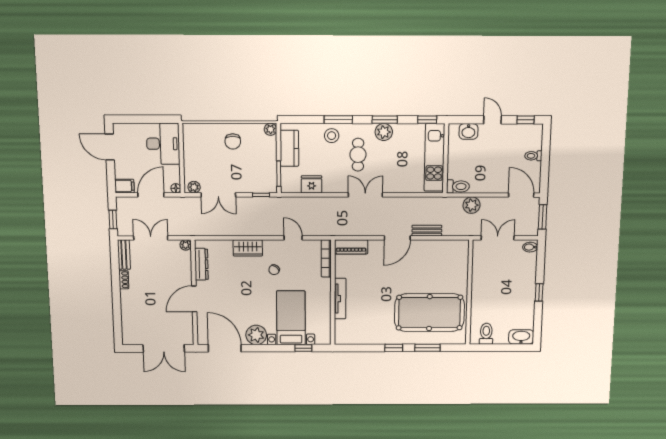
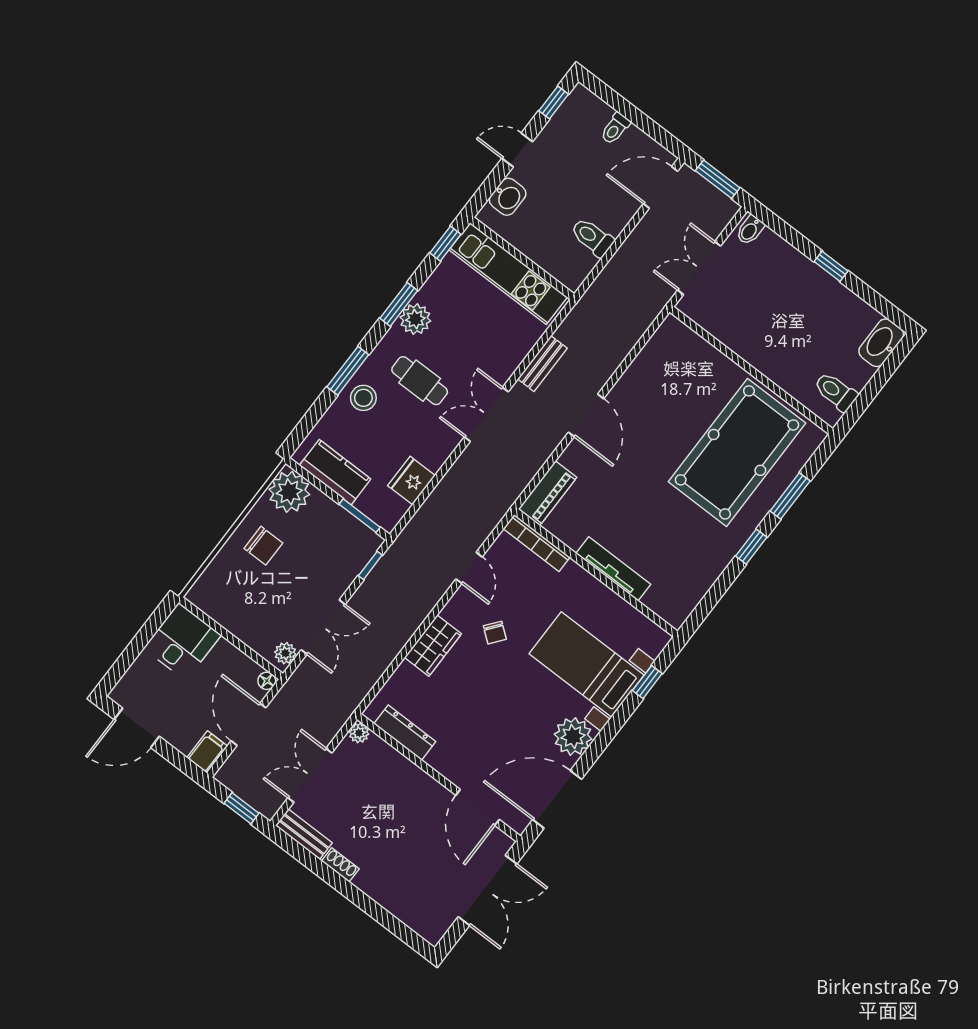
plant: (271, 129) -> (289, 492), width x1.87, depth x1.87
desk: (163, 144) -> (182, 642), width x0.73
toilet: (458, 186) -> (592, 237), moved, turned -90
plant: (472, 205) -> (620, 271), removed
bench: (427, 231) -> (542, 364), moved
door: (293, 238) -> (469, 568), swing flipped
door: (194, 299) -> (478, 807), moved

